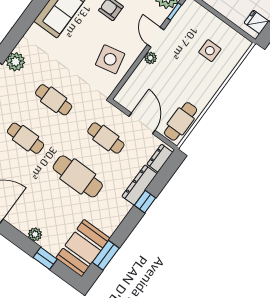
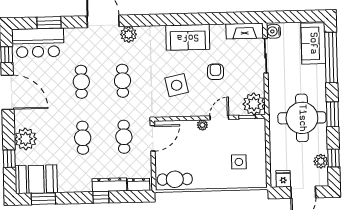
side table: (110, 59) -> (177, 85), moved
door: (142, 123) -> (153, 138), moved
cafe table: (78, 176) -> (83, 138), width x0.73, depth x0.74
plant: (35, 234) -> (26, 139), width x1.87, depth x1.87

